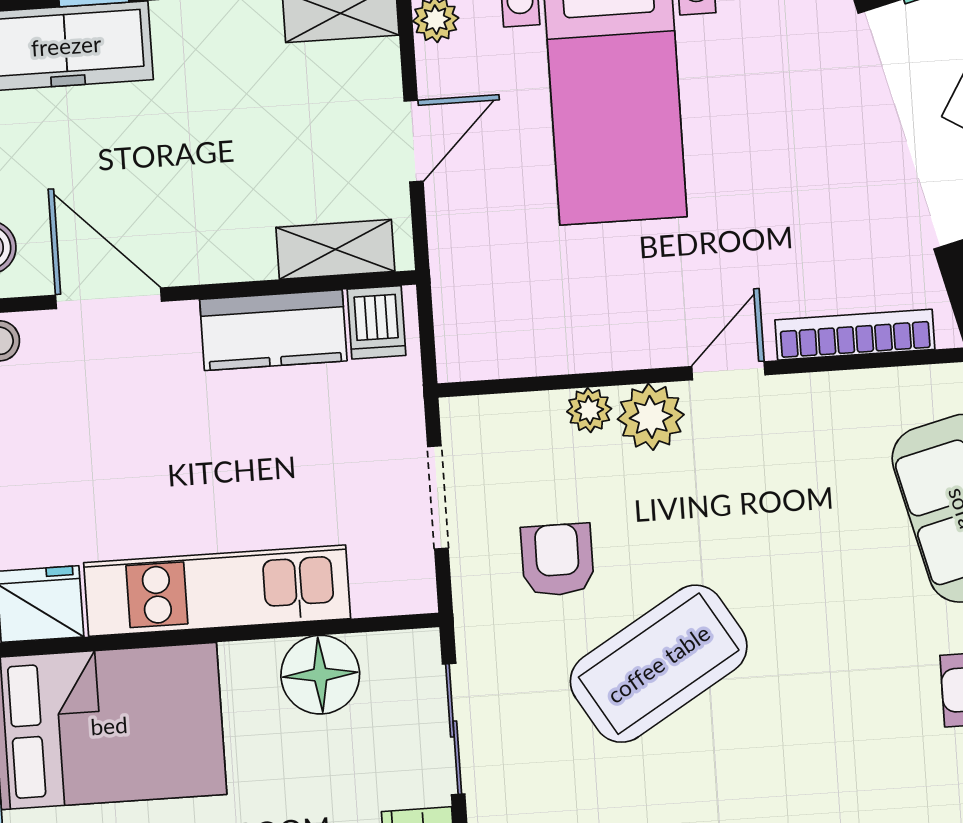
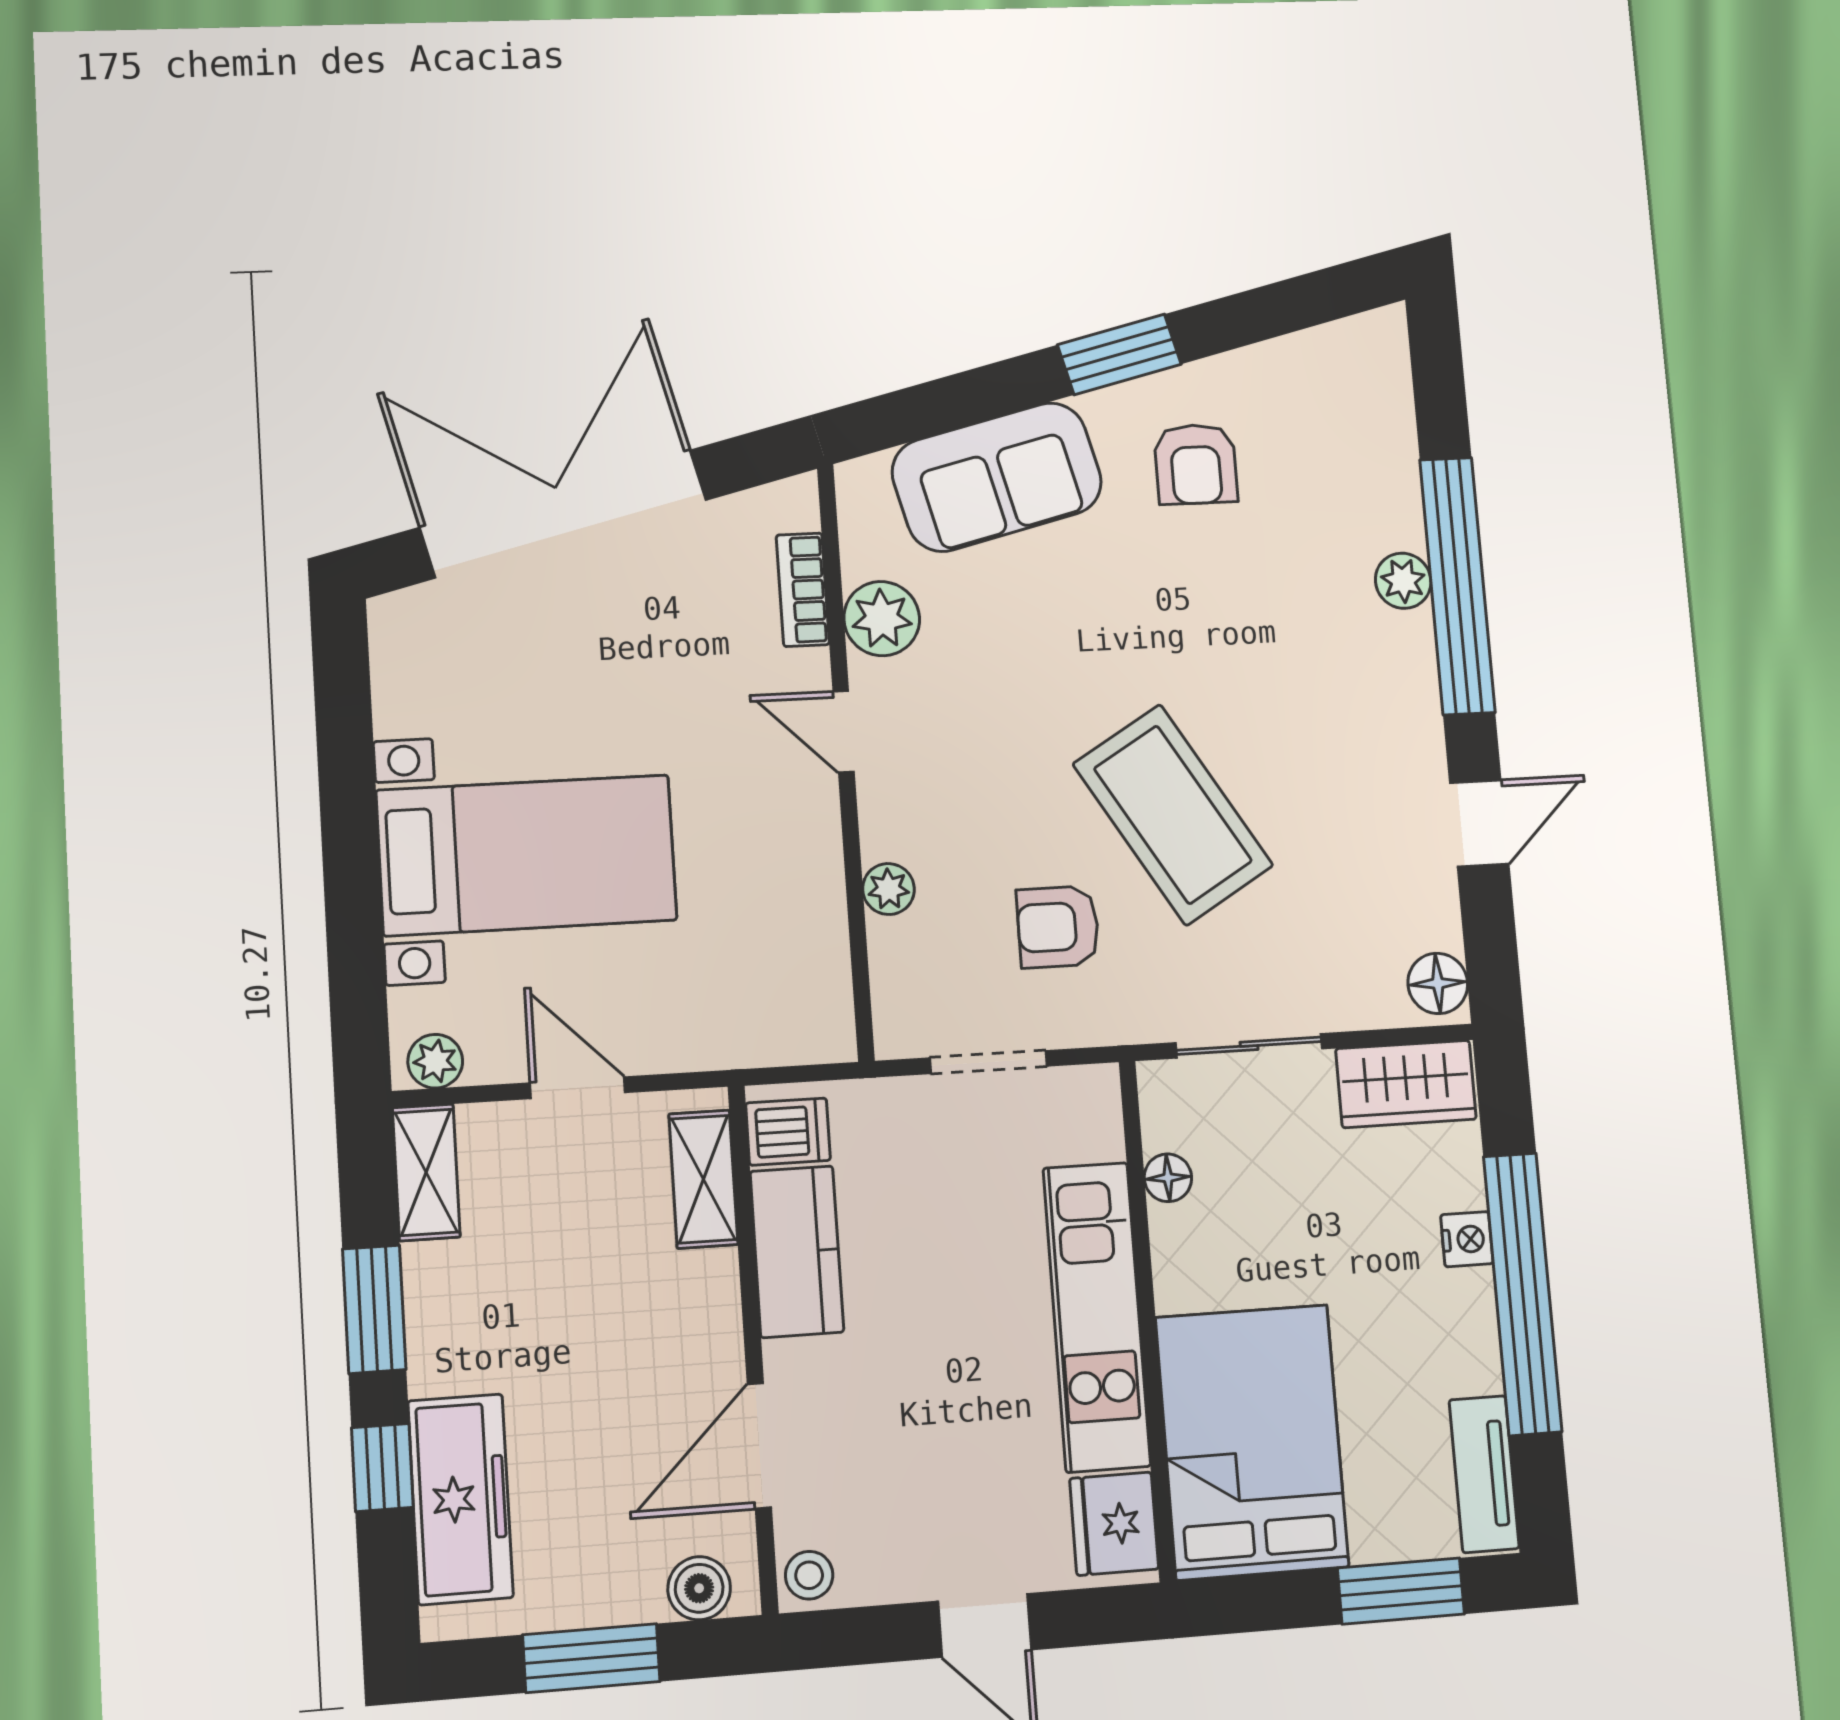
bookcase: (855, 335) -> (803, 590), width x0.64
plant: (651, 417) -> (882, 619), moved
floor lamp: (320, 675) -> (1168, 1178), width x0.53, depth x0.53

